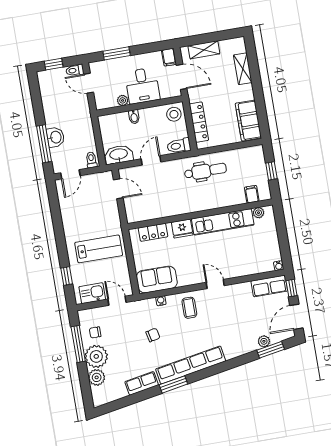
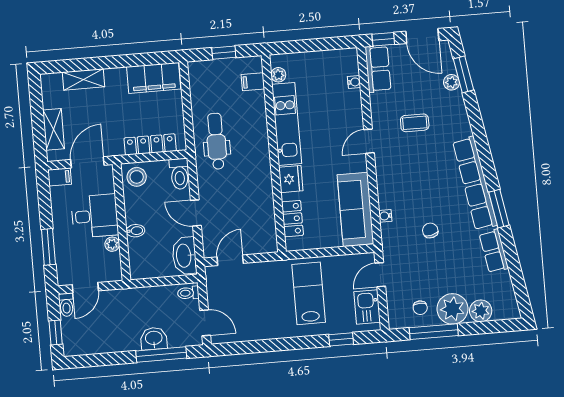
water cooler: (279, 266) -> (354, 82), moved
sofa: (157, 280) -> (356, 209), width x1.36
coffee table: (189, 308) -> (415, 123), moved

